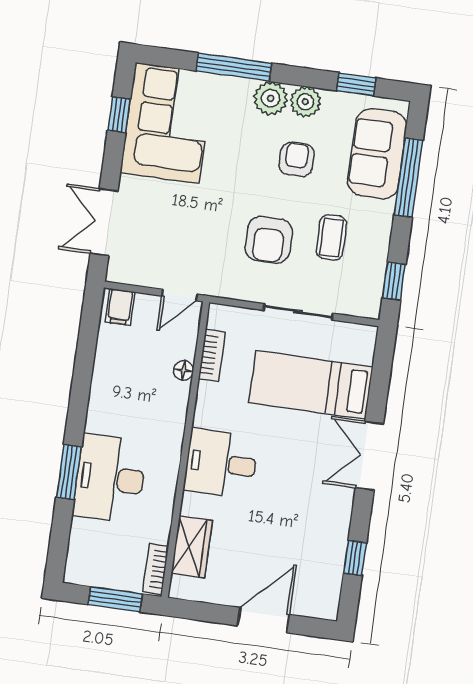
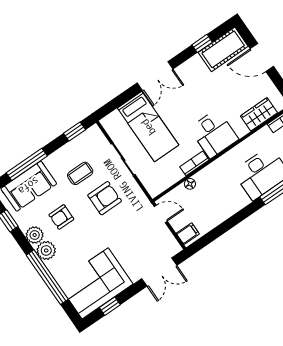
window: (234, 67) -> (47, 277), width x1.46
bookcase: (212, 355) -> (194, 163), moved
cot: (322, 579) -> (223, 49), added

